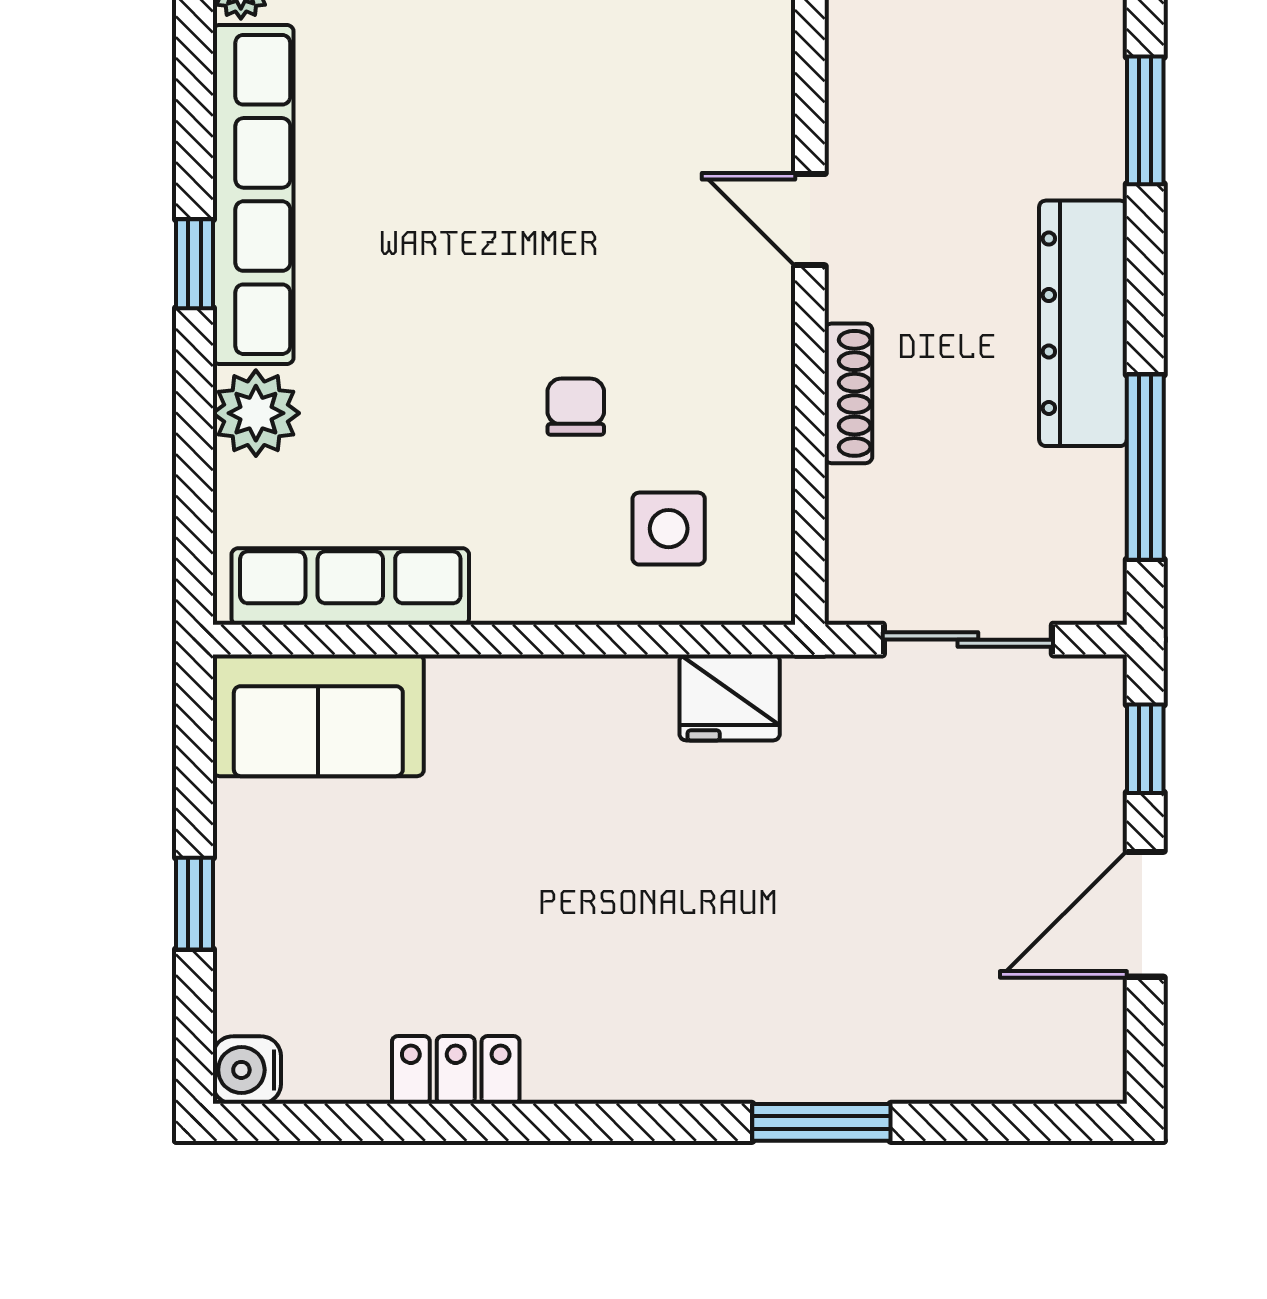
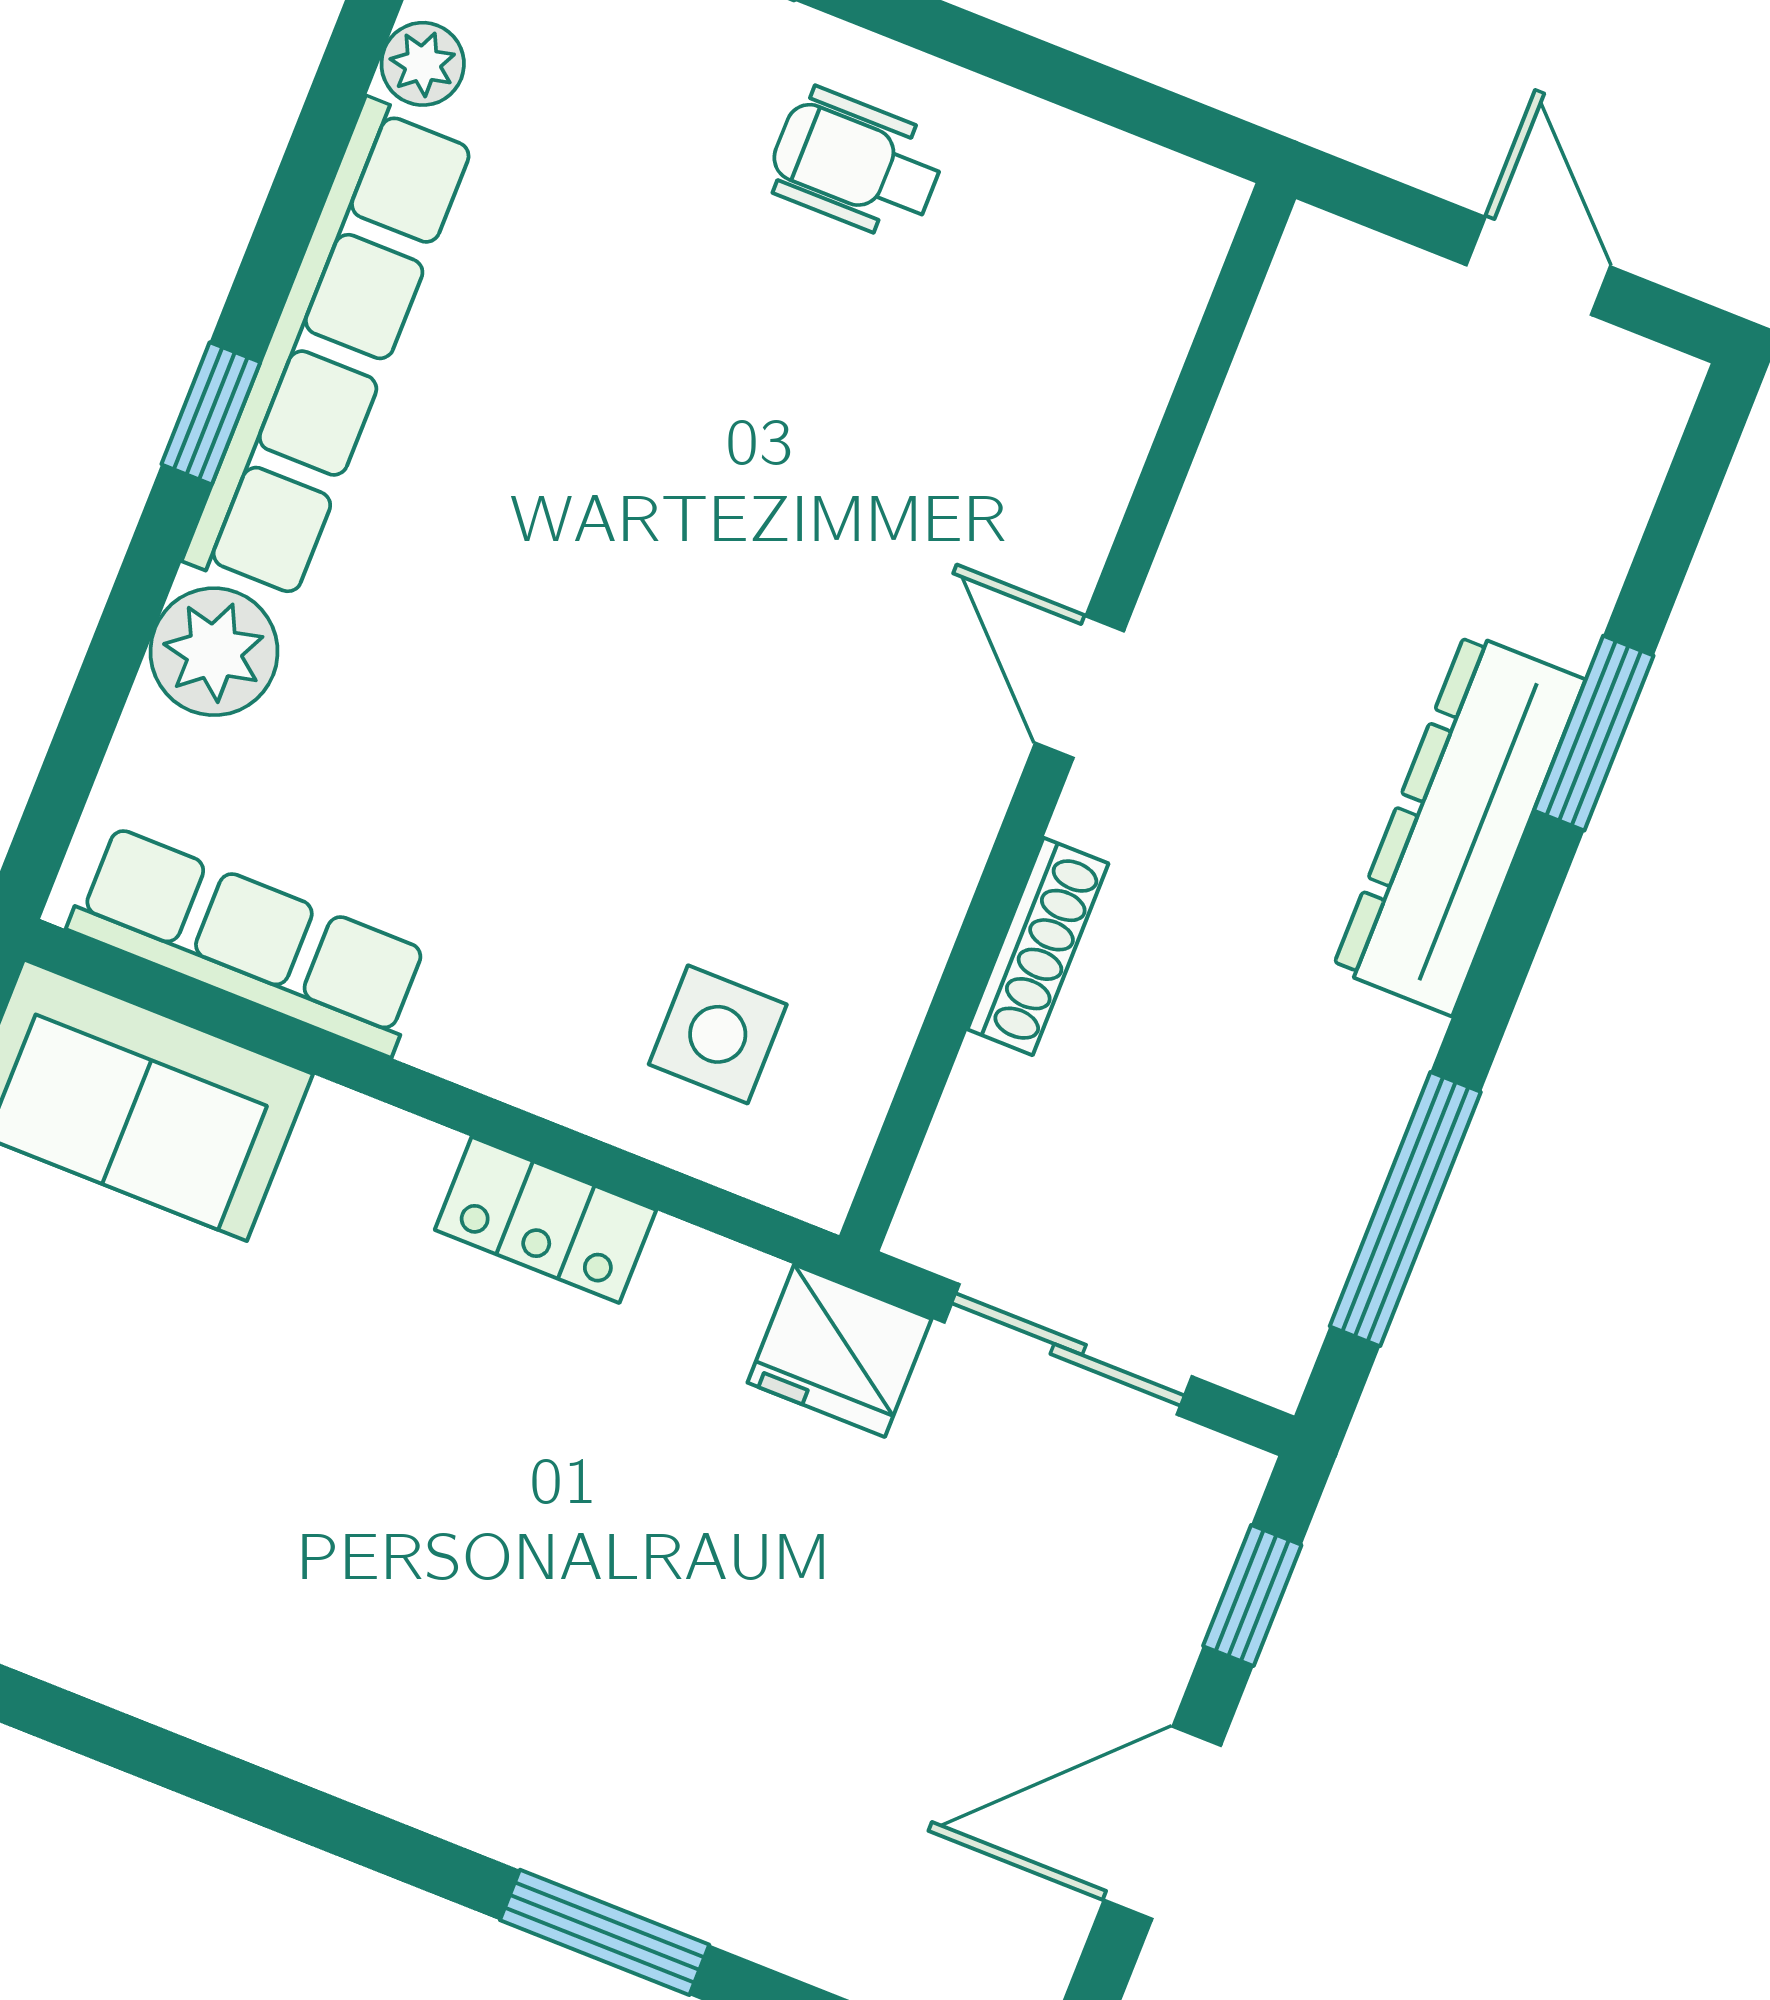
dresser: (1083, 323) -> (1459, 824), moved
chair: (576, 407) -> (656, 817), removed
fridge: (730, 697) -> (839, 1351), moved
locker: (456, 1070) -> (545, 1220), moved, turned 180

